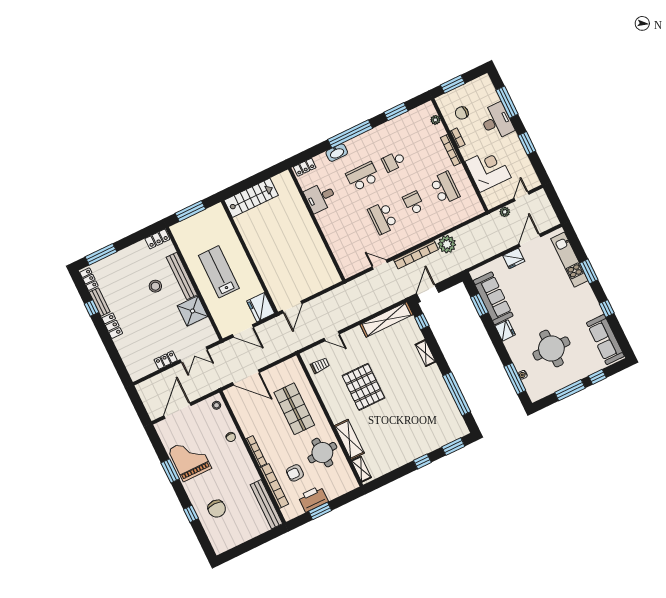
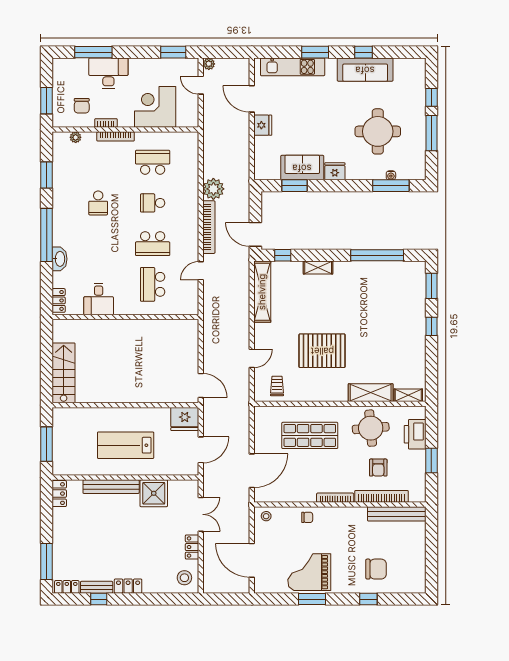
window: (527, 143) -> (173, 52), moved
school desk: (363, 176) -> (153, 284), moved
plant: (505, 212) -> (209, 64), moved
stool: (155, 286) -> (184, 578), moved
sofa: (493, 298) -> (302, 168), width x0.73
sofa: (605, 340) -> (365, 70), moved
printer: (313, 499) -> (415, 434), moved

